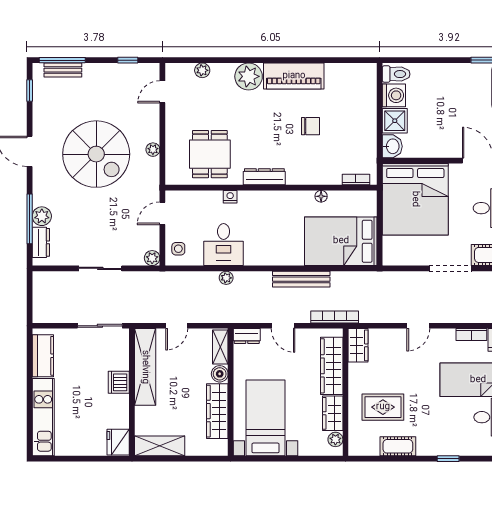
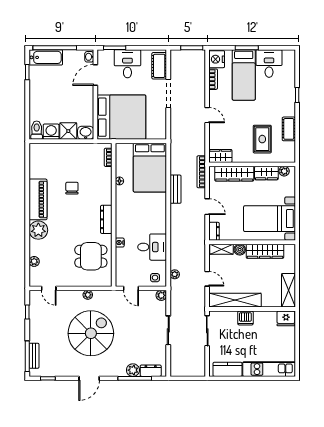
plant: (226, 278) -> (175, 274), moved
bench: (301, 279) -> (176, 189), width x0.73
door: (283, 326) -> (207, 207), hinge flipped

